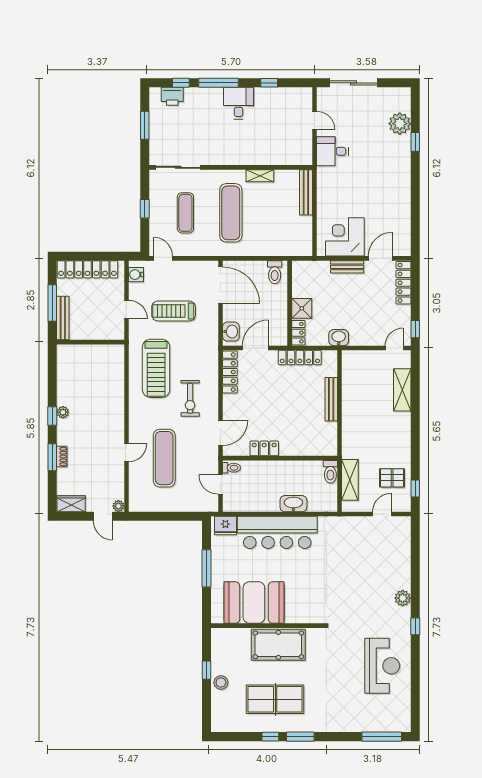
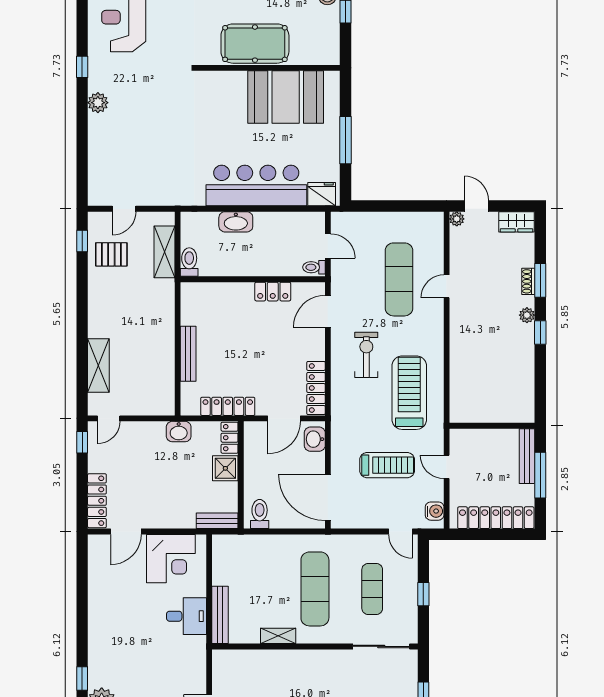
desk: (332, 151) -> (187, 616), moved
bench: (347, 267) -> (217, 521), moved
plant: (63, 412) -> (527, 315), moved

